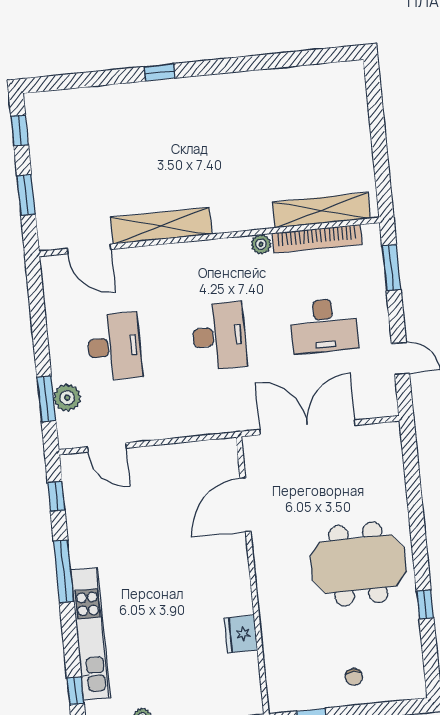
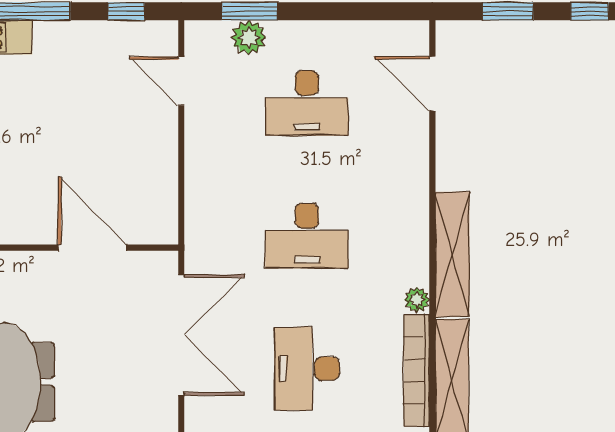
shelving: (161, 226) -> (452, 254), moved
door: (89, 249) -> (432, 84), hinge flipped
door: (107, 447) -> (181, 81), hinge flipped

